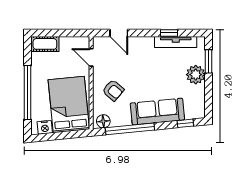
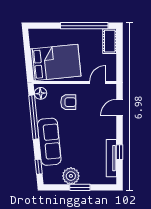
window: (208, 61) -> (80, 187), moved
plant: (196, 75) -> (71, 176), moved
armchair: (113, 90) -> (68, 102), turned -130
window: (28, 93) -> (84, 26), moved
nightstand: (45, 127) -> (35, 41), removed

